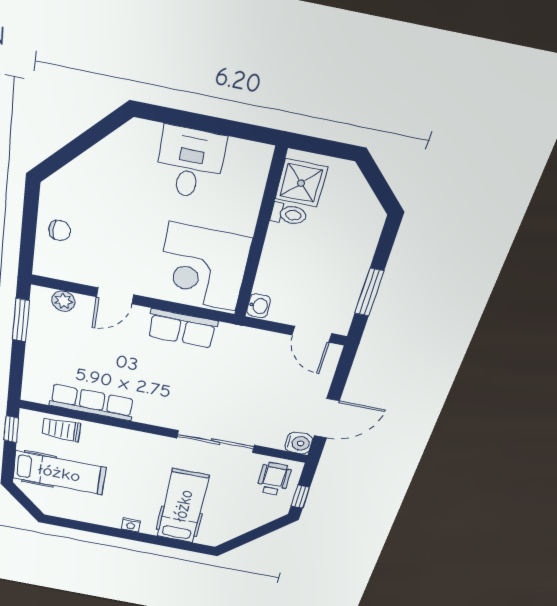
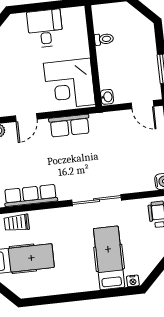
shower: (301, 183) -> (104, 21), removed
sliding door: (216, 442) -> (97, 200), moved
nightstand: (131, 525) -> (133, 281), moved

